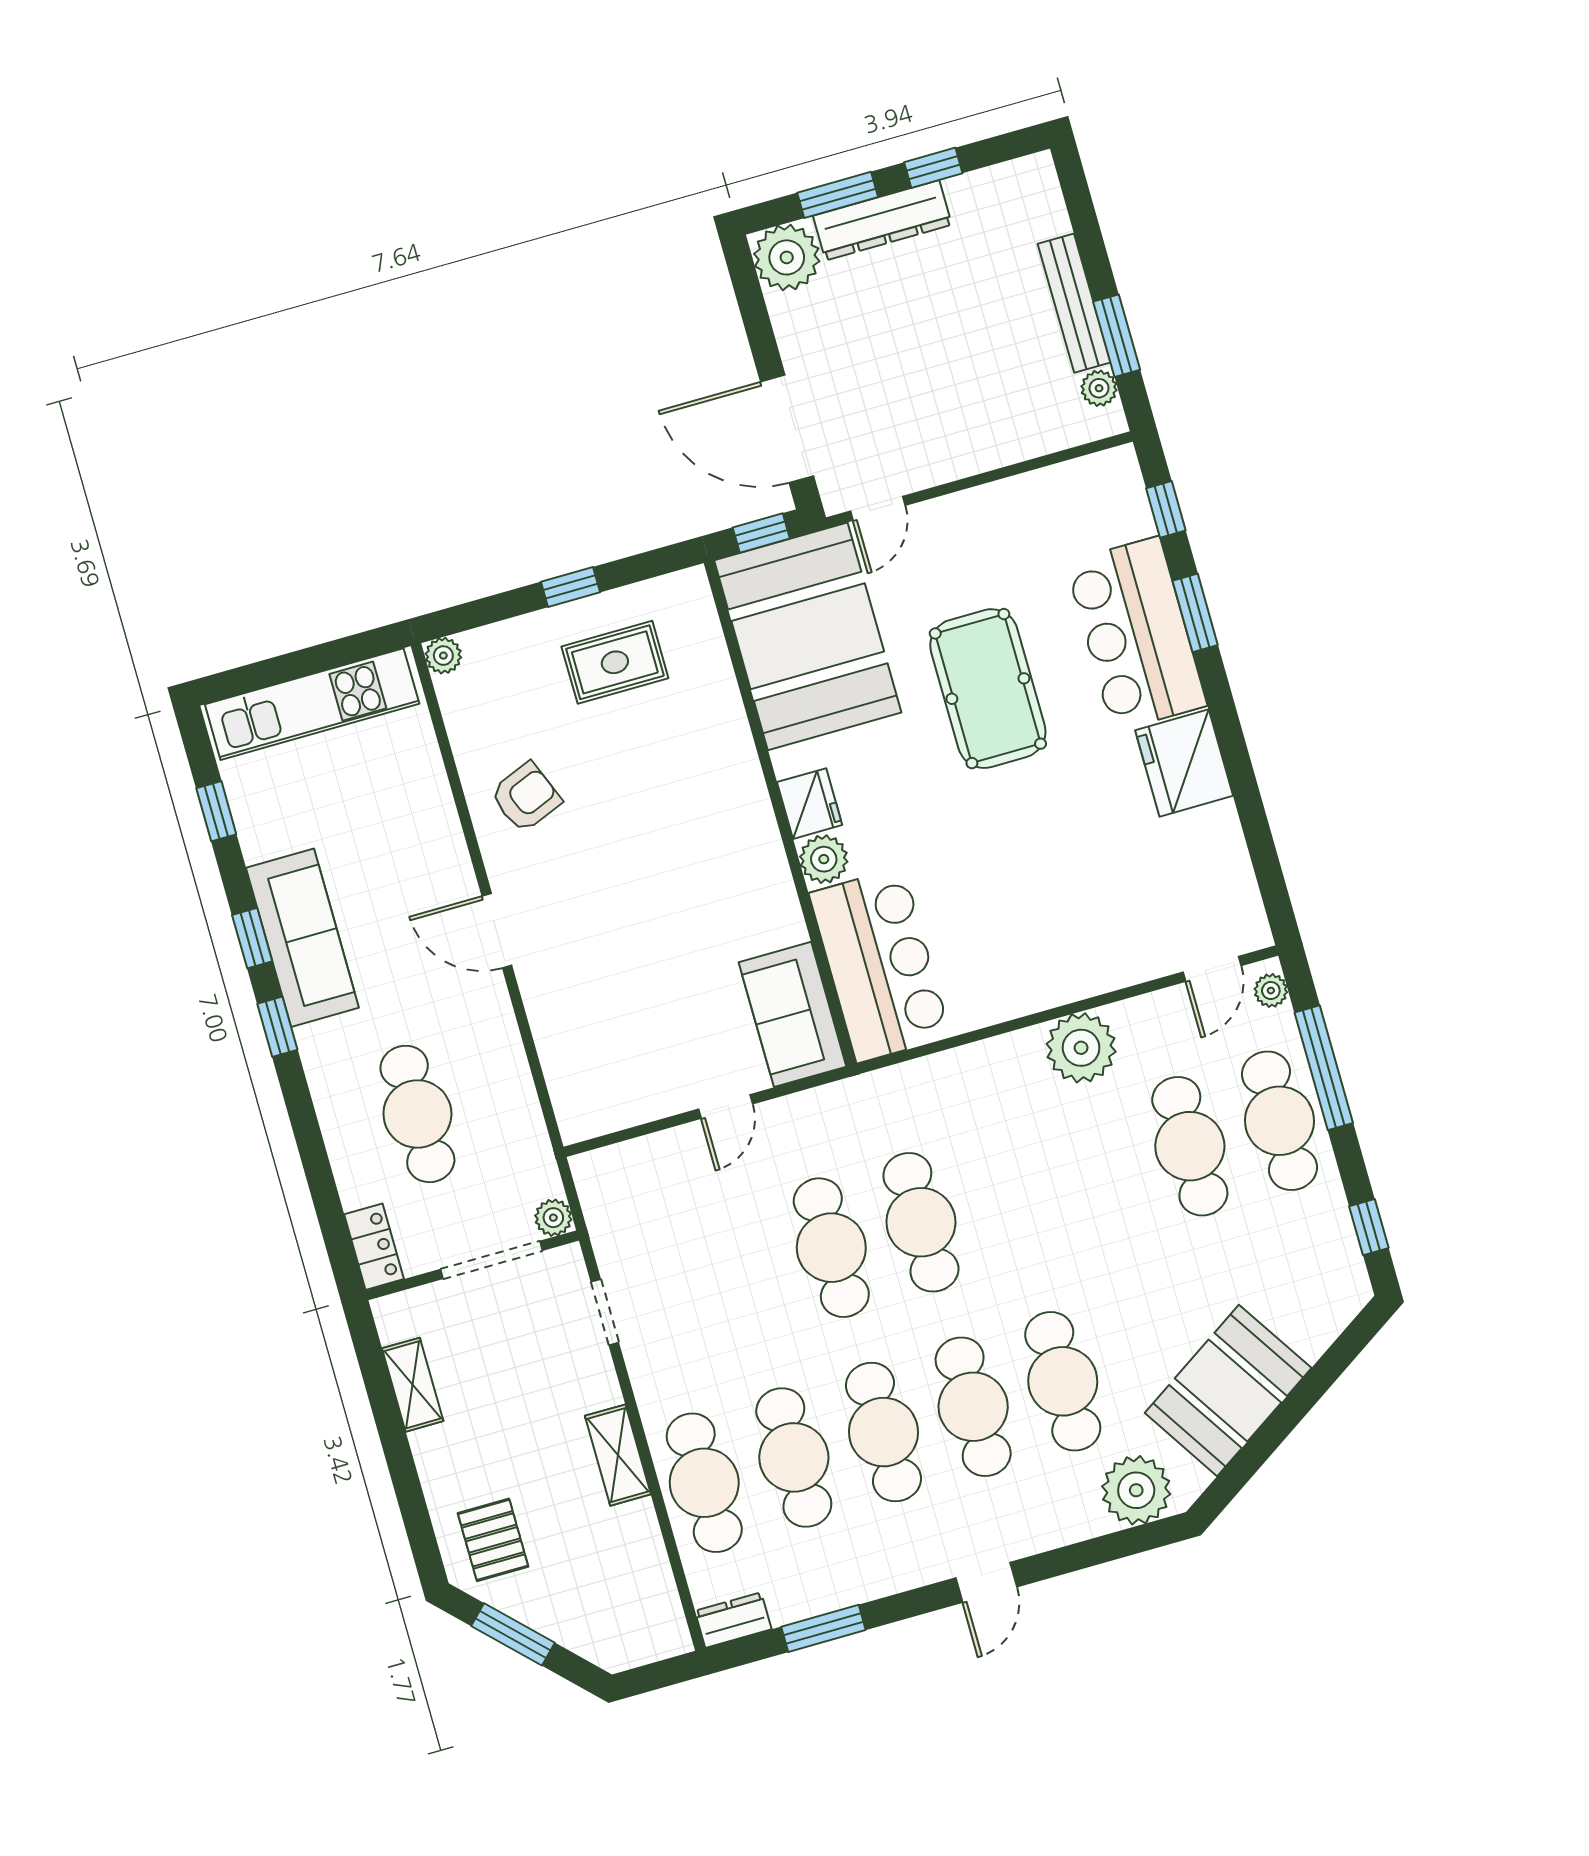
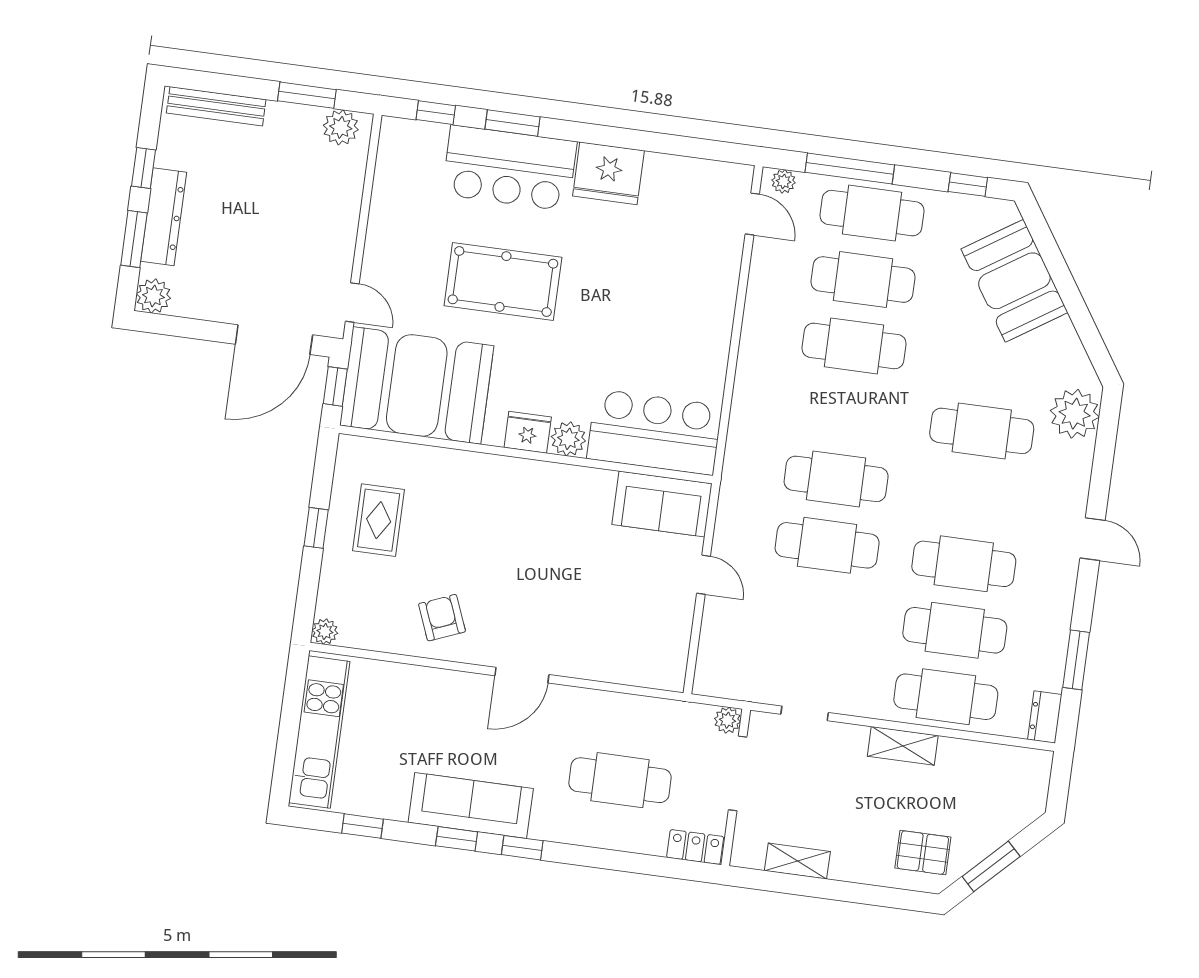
plant: (787, 257) -> (153, 296), width x0.73, depth x0.73
bench: (1074, 303) -> (216, 106), moved
plant: (1099, 388) -> (341, 127), width x1.38, depth x1.38
plant: (1081, 1048) -> (767, 323), removed
booth: (1228, 1390) -> (1014, 281), moved
cafe table: (973, 1407) -> (854, 346), moved

